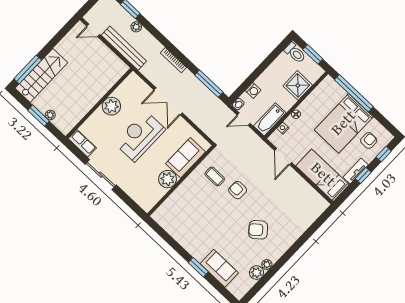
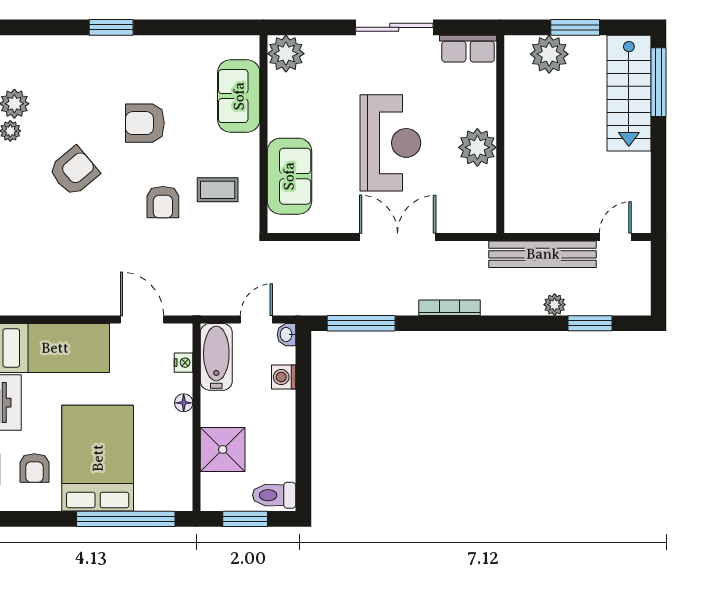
plant: (50, 115) -> (549, 54), width x1.88, depth x1.88
plant: (168, 179) -> (286, 54), moved
armchair: (238, 190) -> (163, 202), turned 90
armchair: (218, 223) -> (145, 123), added
sofa: (219, 268) -> (239, 96), moved, turned 90

